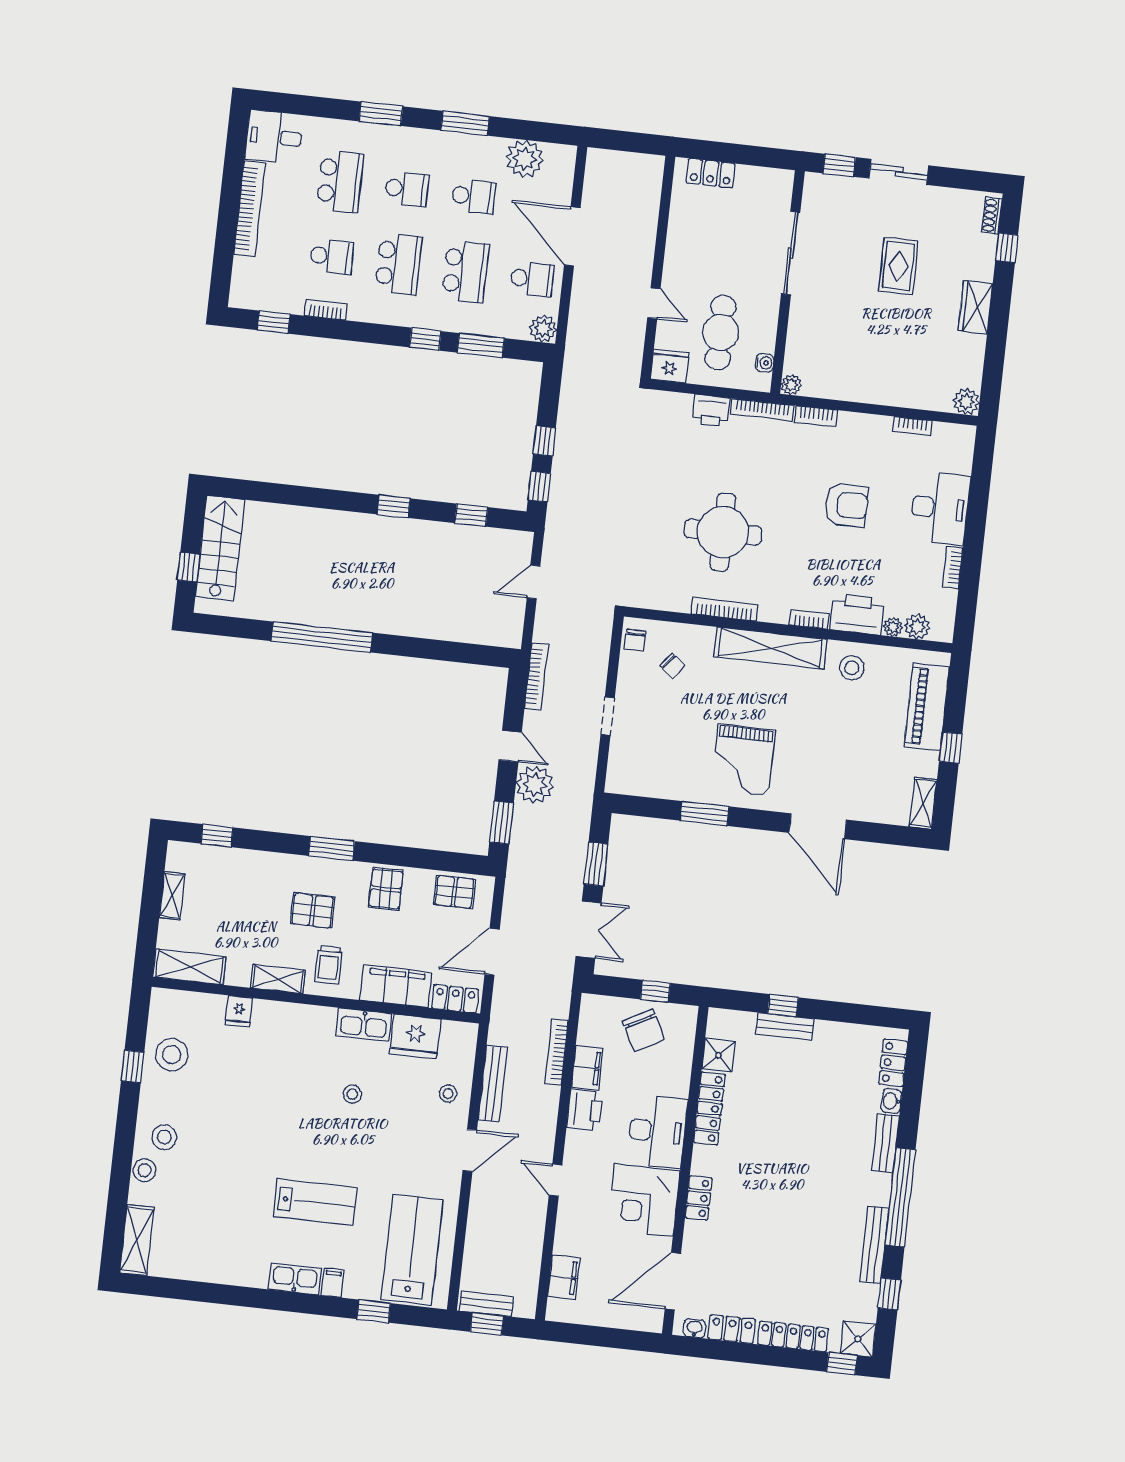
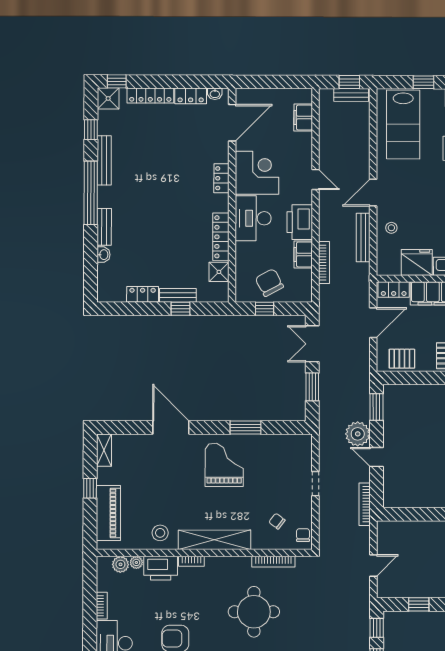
bookcase: (724, 609) -> (273, 562), moved
locker: (893, 1063) -> (143, 294), moved, turned -90
printer: (585, 1110) -> (300, 222), width x1.37, depth x1.19

